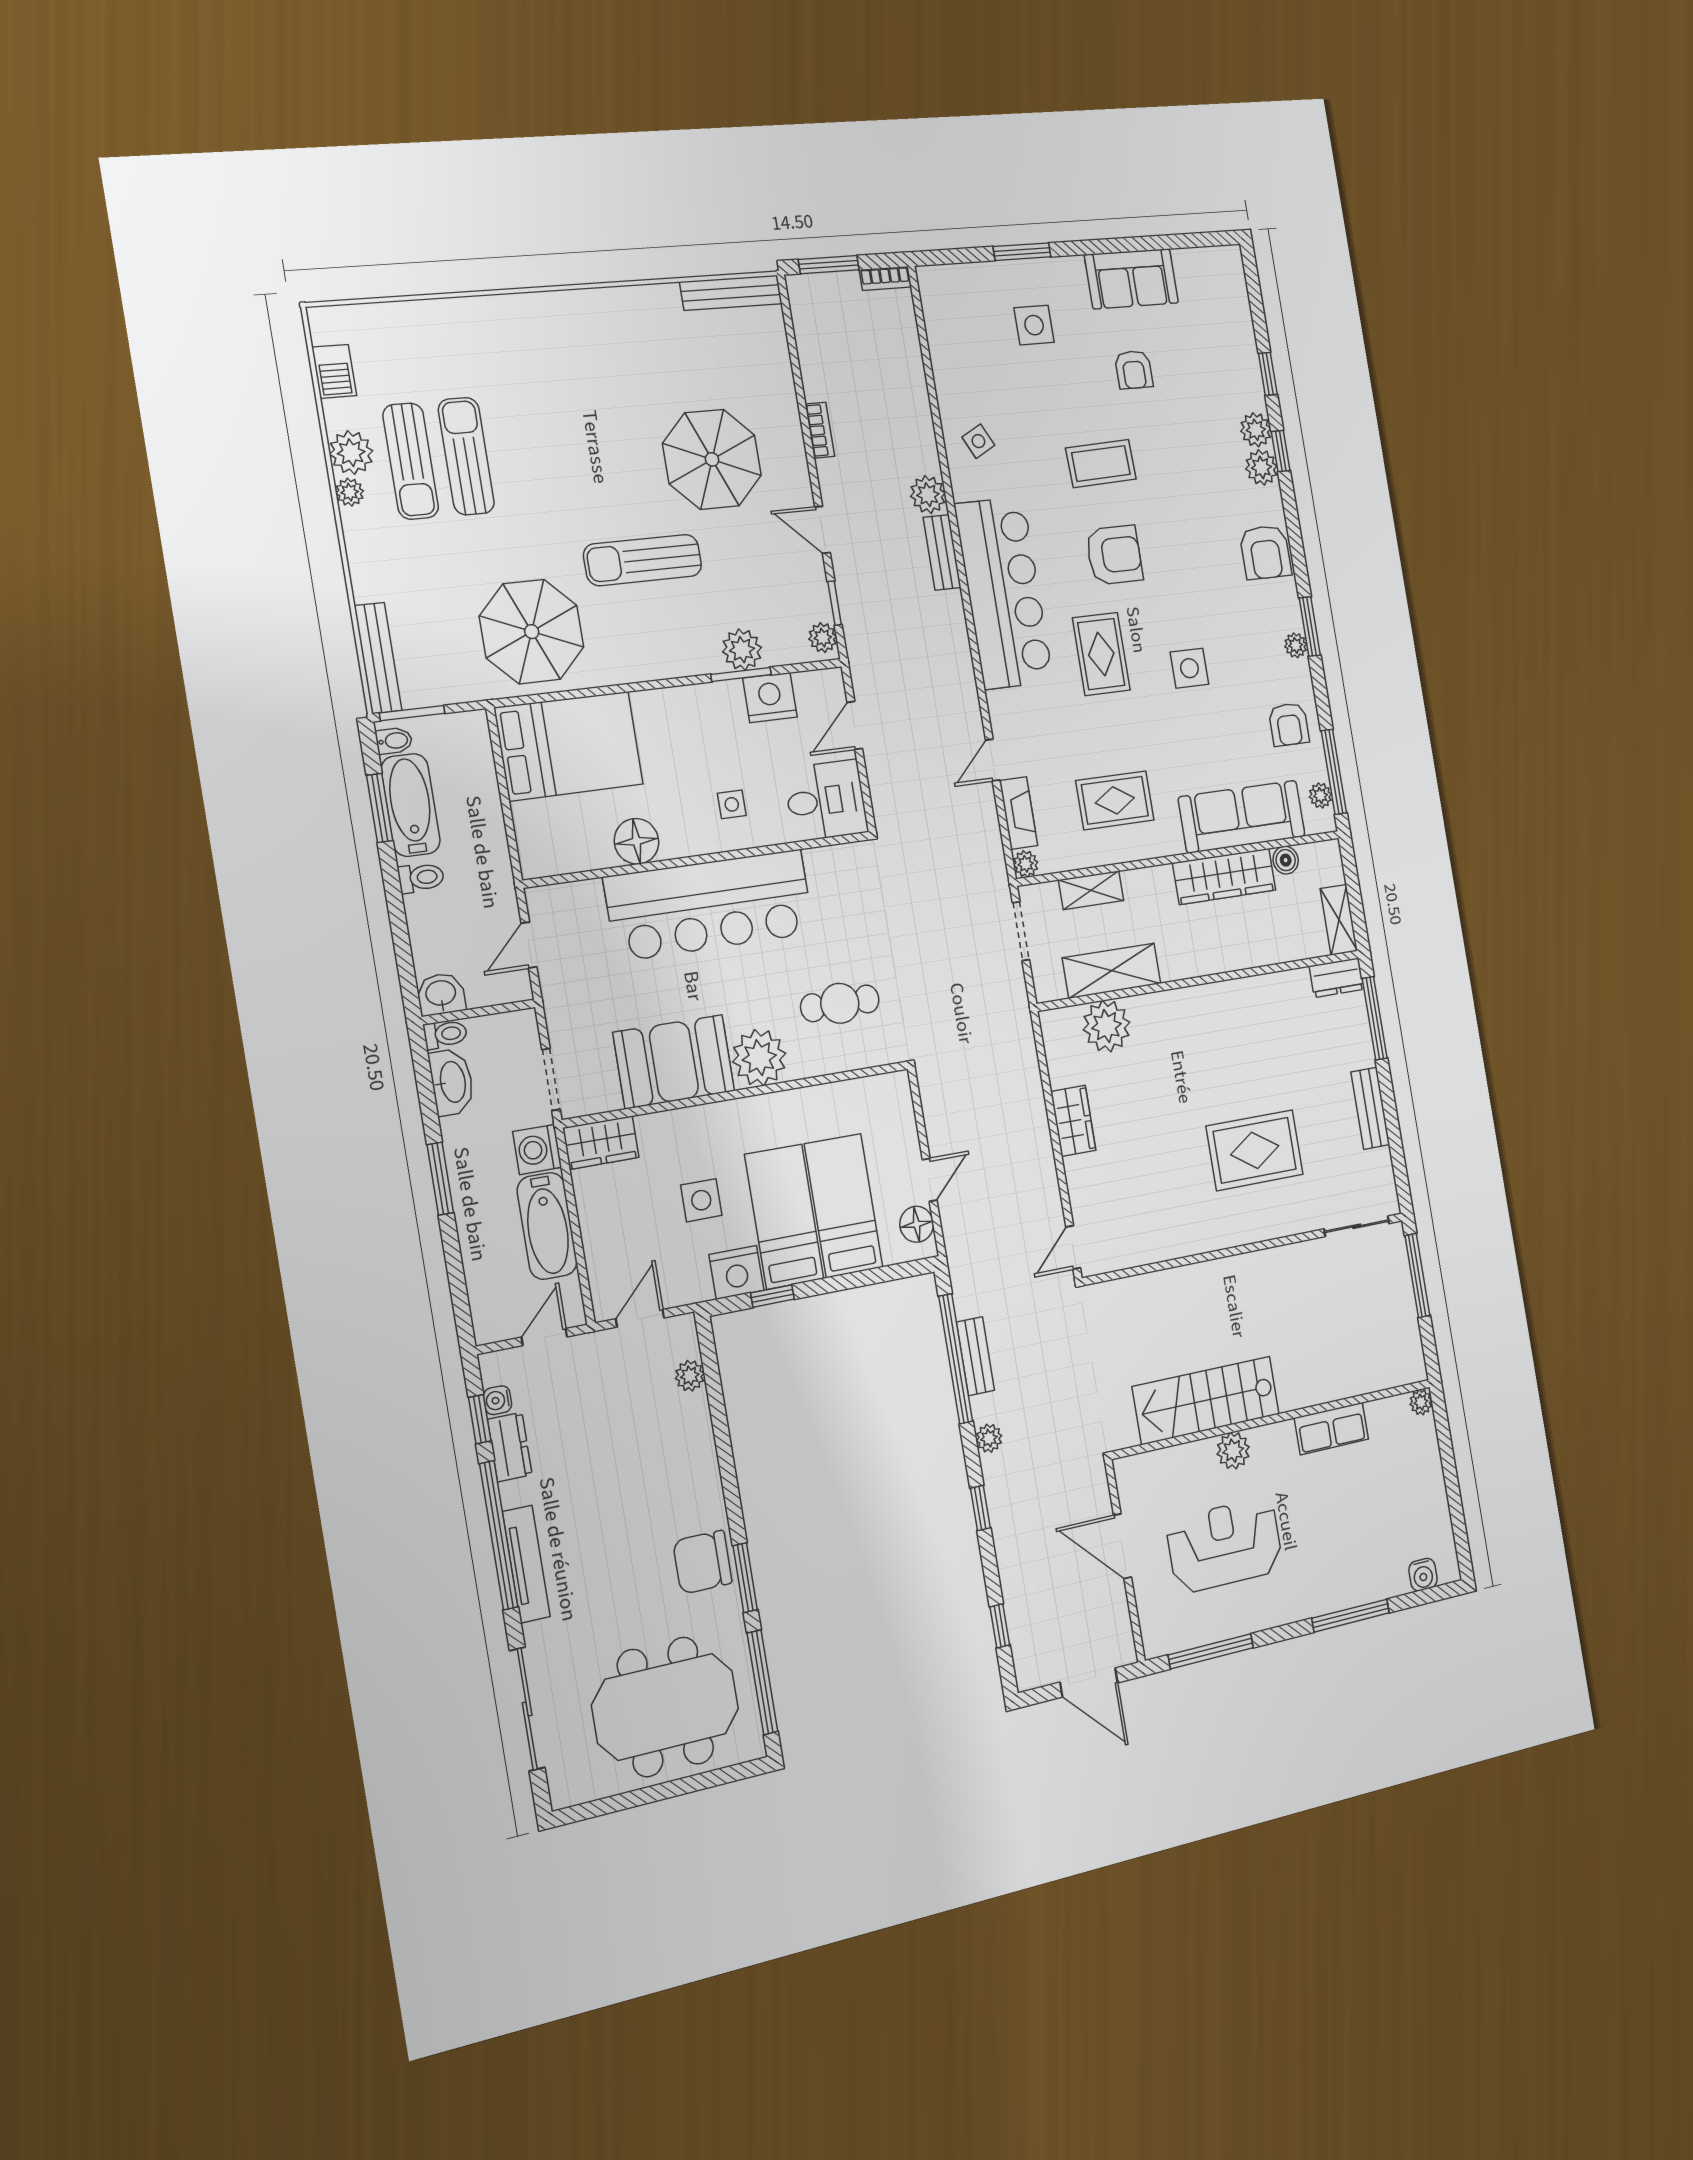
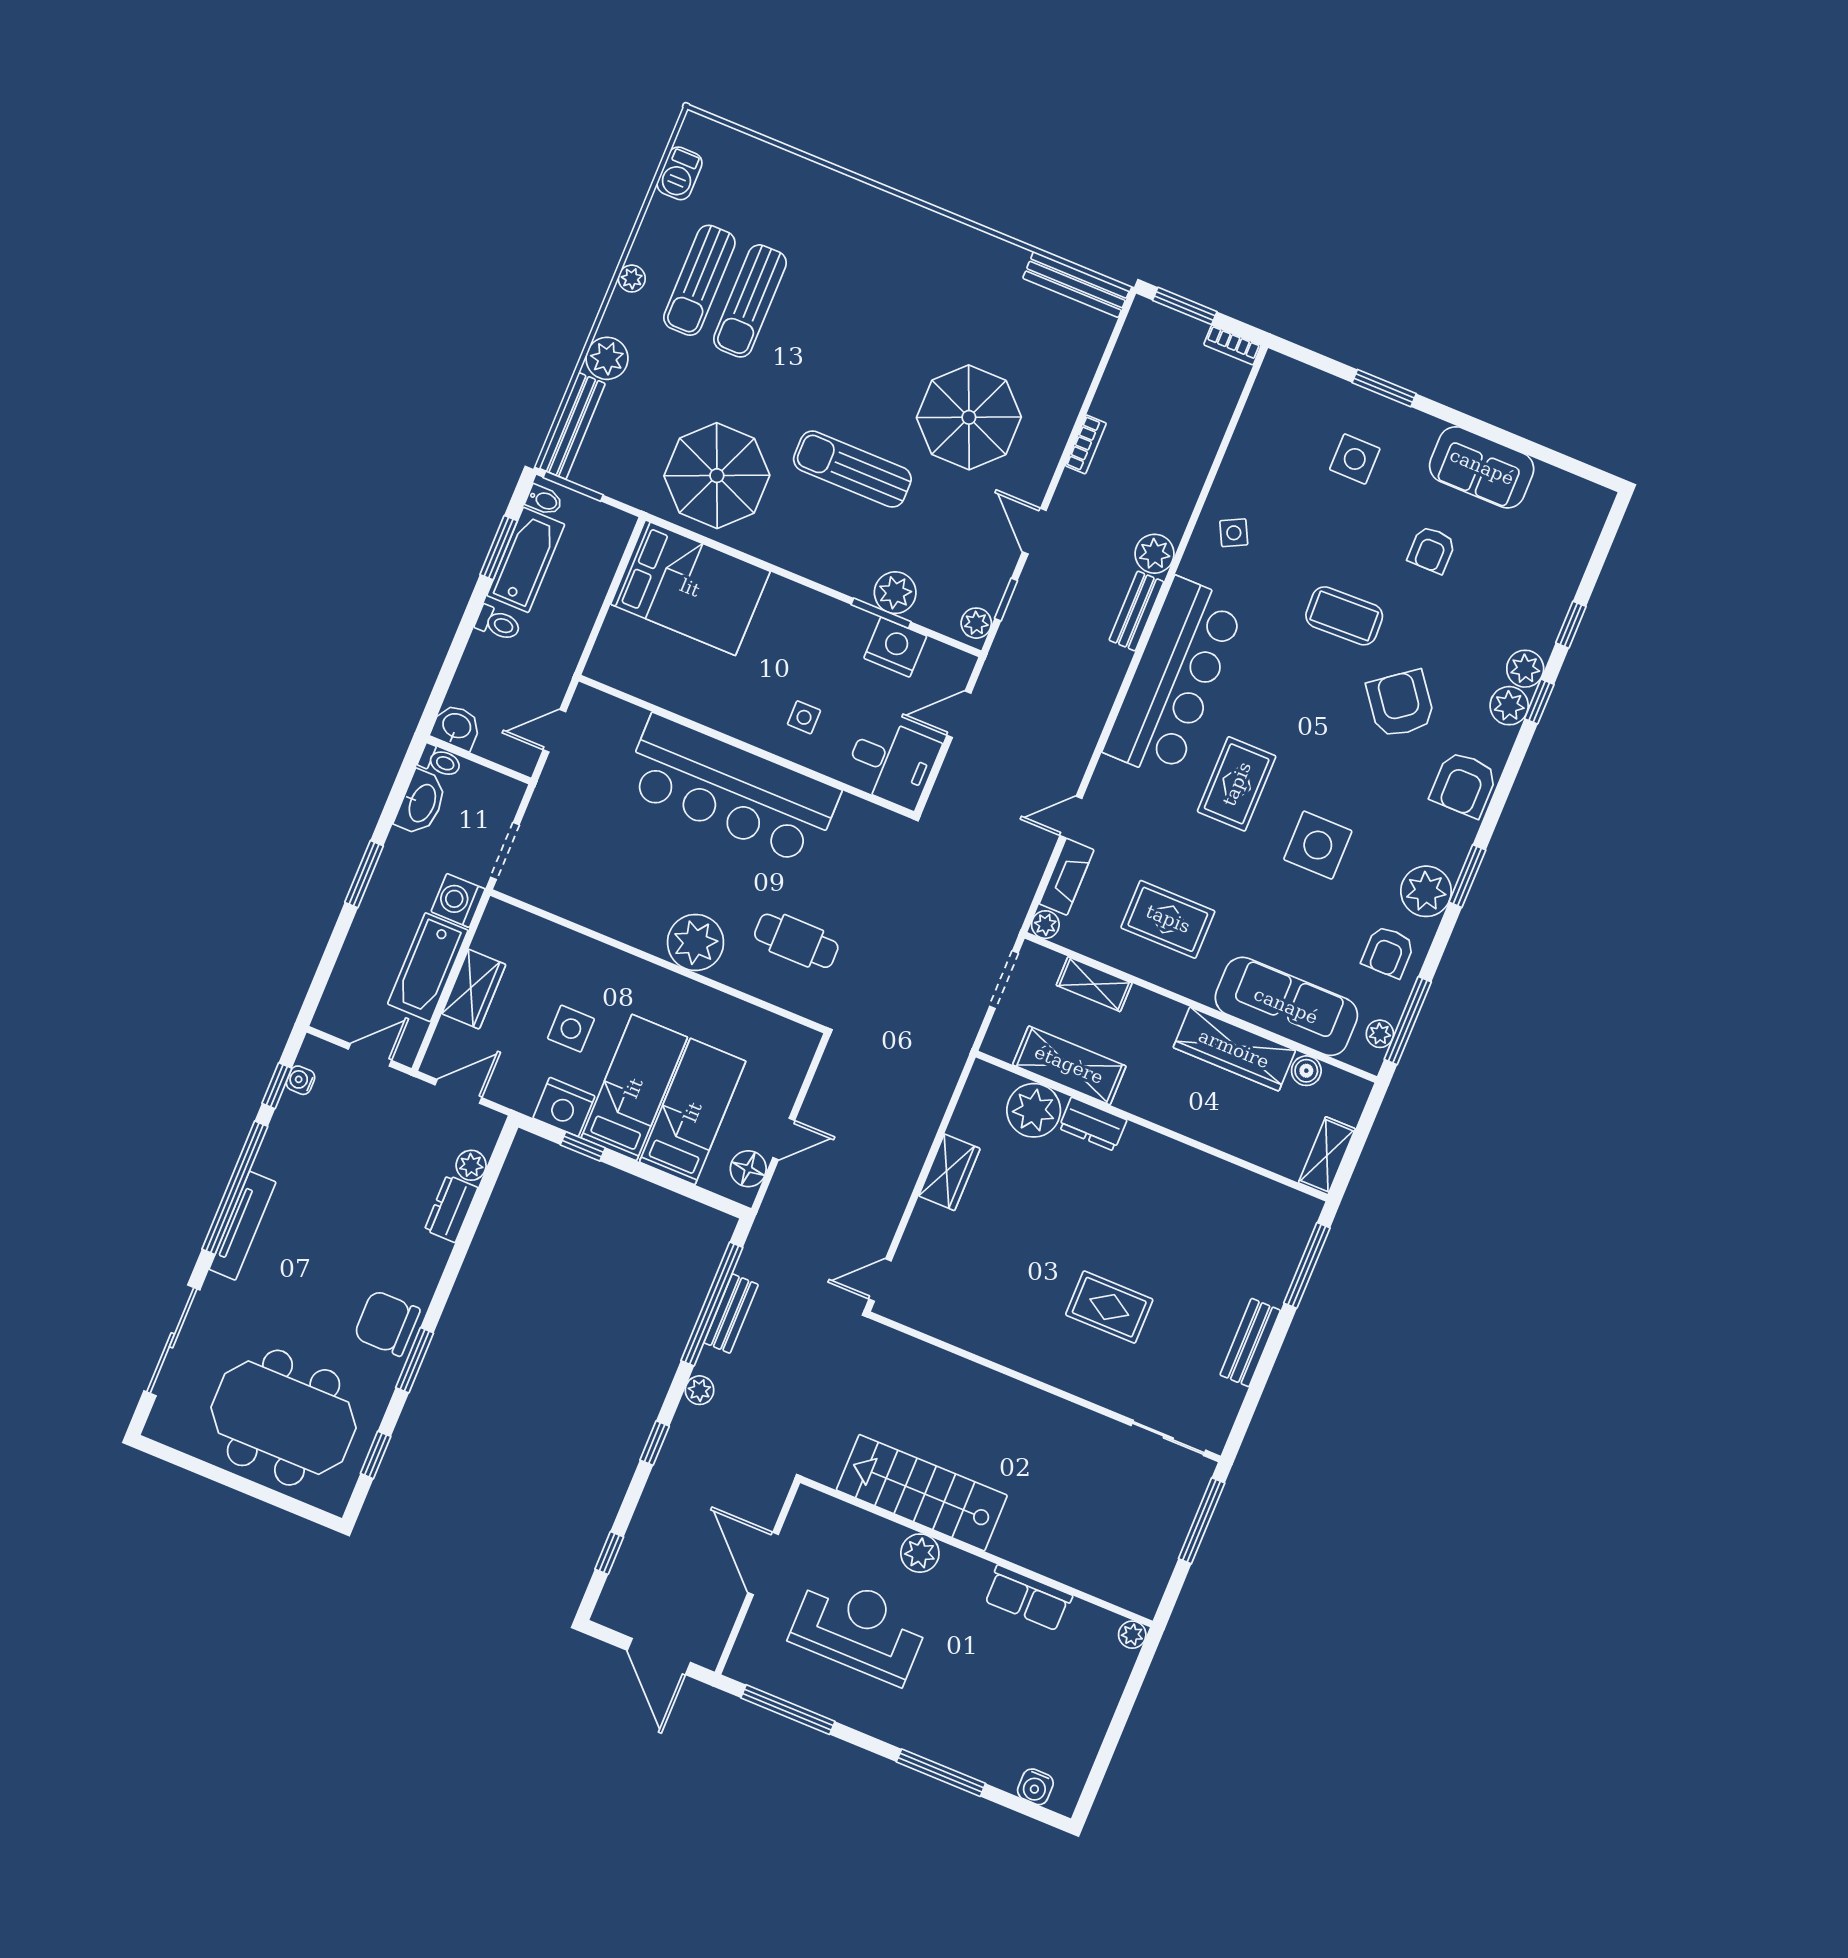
plant: (351, 453) -> (607, 358), moved
sun lounger: (466, 456) -> (750, 301), turned 180
armchair: (1114, 555) -> (1401, 704), moved, turned -127
plant: (1296, 645) -> (1426, 891), width x1.88, depth x1.88
side table: (1189, 668) -> (1318, 845), width x1.37, depth x1.37
floor lamp: (636, 841) -> (700, 700), removed
dresser: (1337, 978) -> (1093, 1124), moved
booth: (674, 1062) -> (619, 900), removed
wardrobe: (601, 1143) -> (474, 989), moved, turned -90
rug: (1255, 1150) -> (1109, 1307), width x0.73, depth x0.70
dresser: (510, 1447) -> (451, 1209), moved, turned 180
window: (762, 1682) -> (376, 1455), width x0.46

